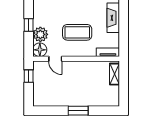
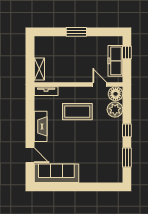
window: (29, 25) -> (127, 130), moved
window: (29, 76) -> (127, 53), moved
freezer: (40, 82) -> (115, 61), added

